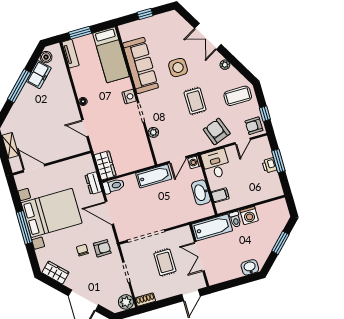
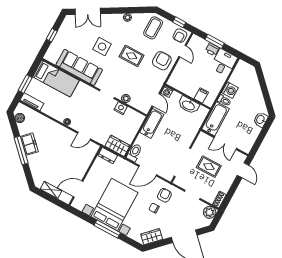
double door: (208, 36) -> (88, 11), moved
freezer: (39, 75) -> (29, 144), moved
nightstand: (129, 97) -> (121, 108), moved
armchair: (217, 131) -> (162, 61), turned 110
desk: (216, 164) -> (224, 63), moved, turned 90
dresser: (93, 183) -> (108, 156), moved
window: (280, 243) -> (264, 87), removed

